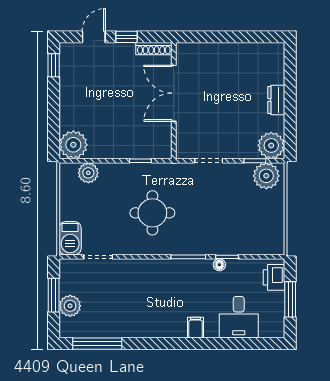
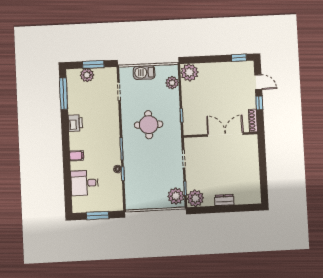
barbecue: (70, 238) -> (144, 73), moved
printer: (274, 277) -> (75, 123), moved, turned 90

